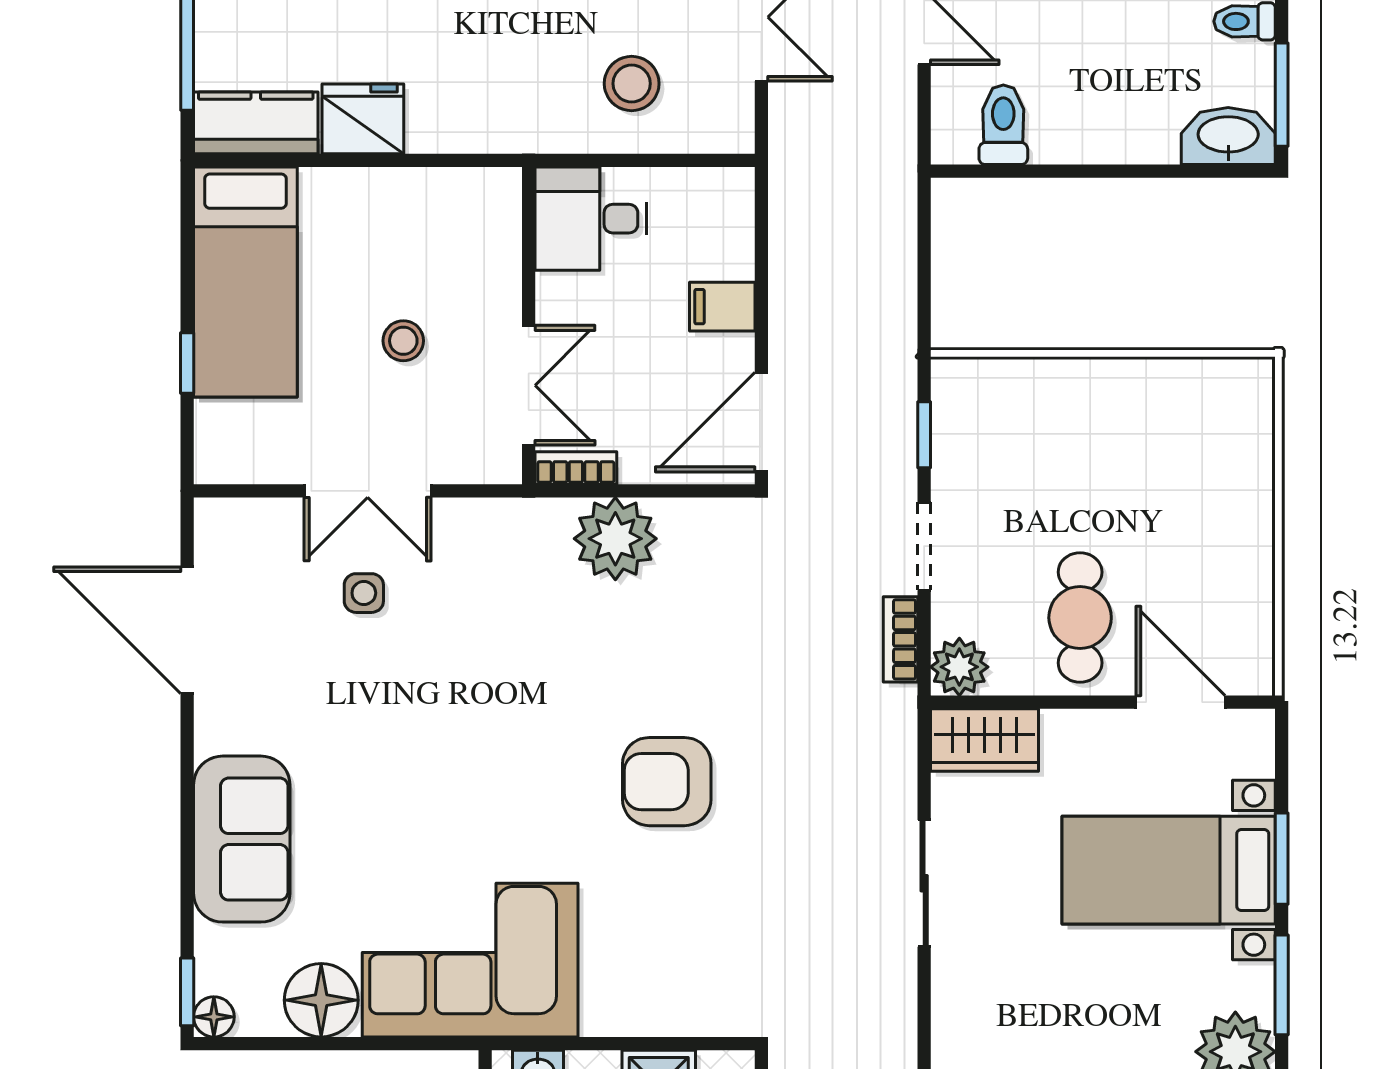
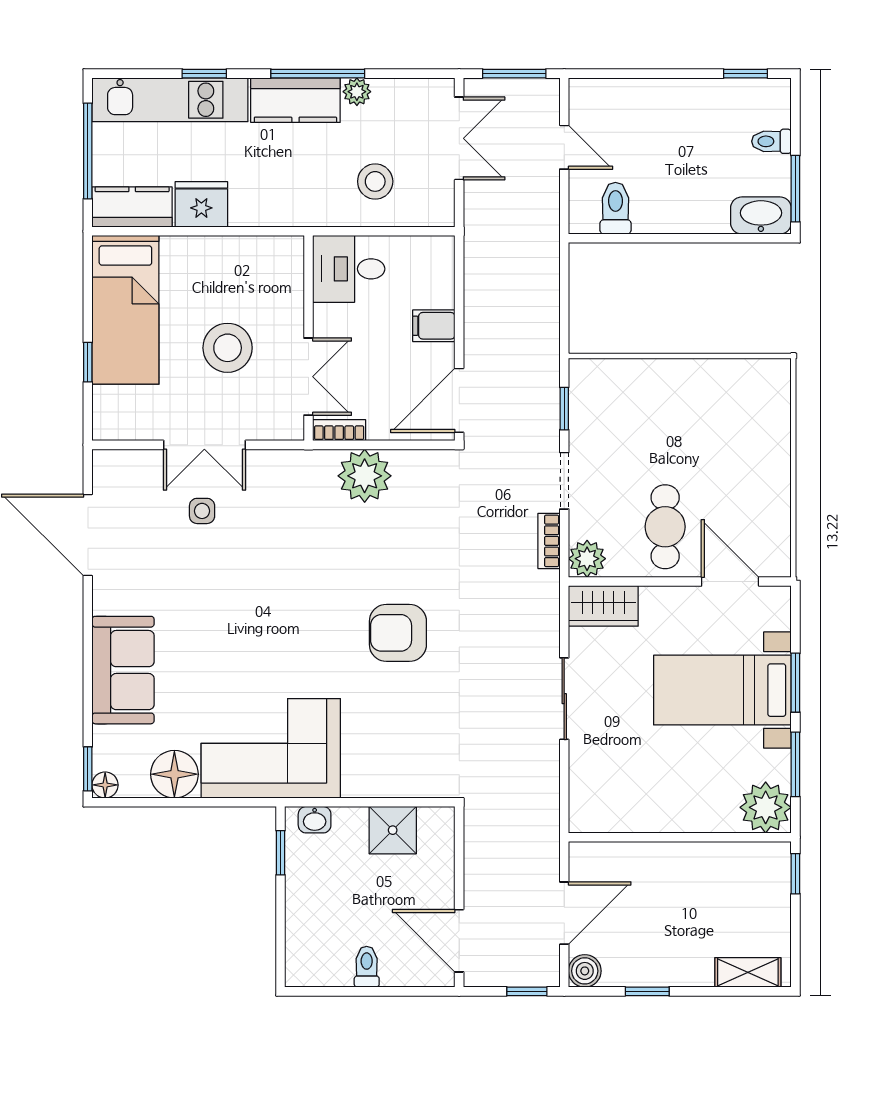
stool: (403, 341) -> (228, 348), width x1.89, depth x1.89

